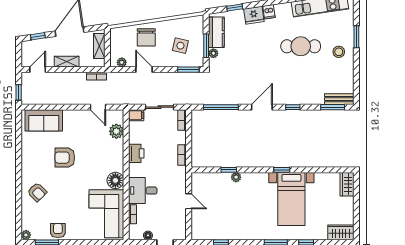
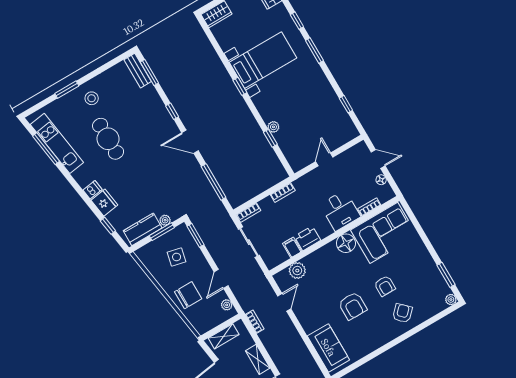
filing cabinet: (136, 115) -> (292, 248), moved
armchair: (58, 231) -> (385, 286), moved, turned -90

